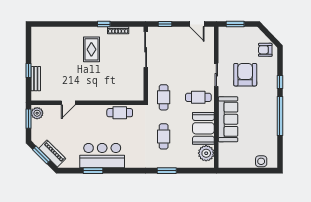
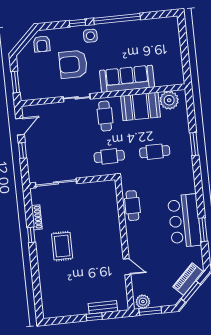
window: (165, 24) -> (22, 150), moved
rug: (91, 49) -> (62, 246), turned 90
side table: (261, 161) -> (90, 36), moved

